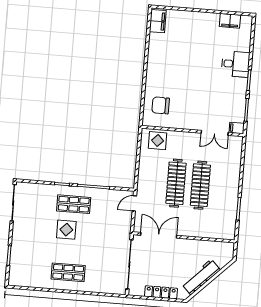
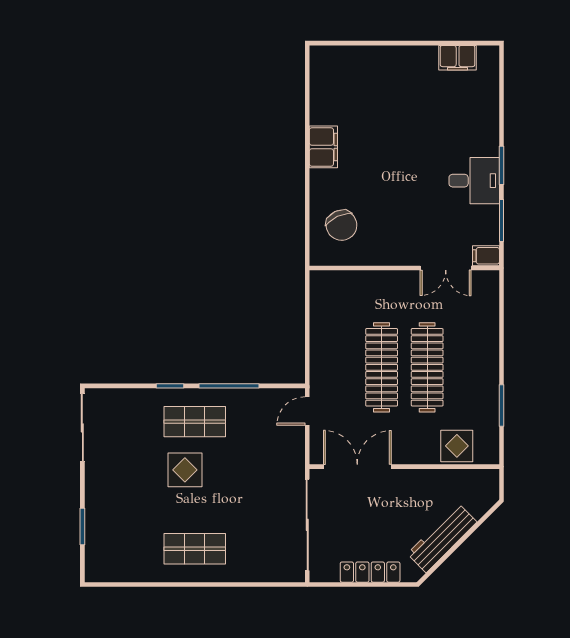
filing cabinet: (158, 21) -> (323, 147), moved
desk: (235, 64) -> (474, 181), moved
chair: (161, 105) -> (342, 225), turned -115
display table: (158, 141) -> (457, 446), moved

